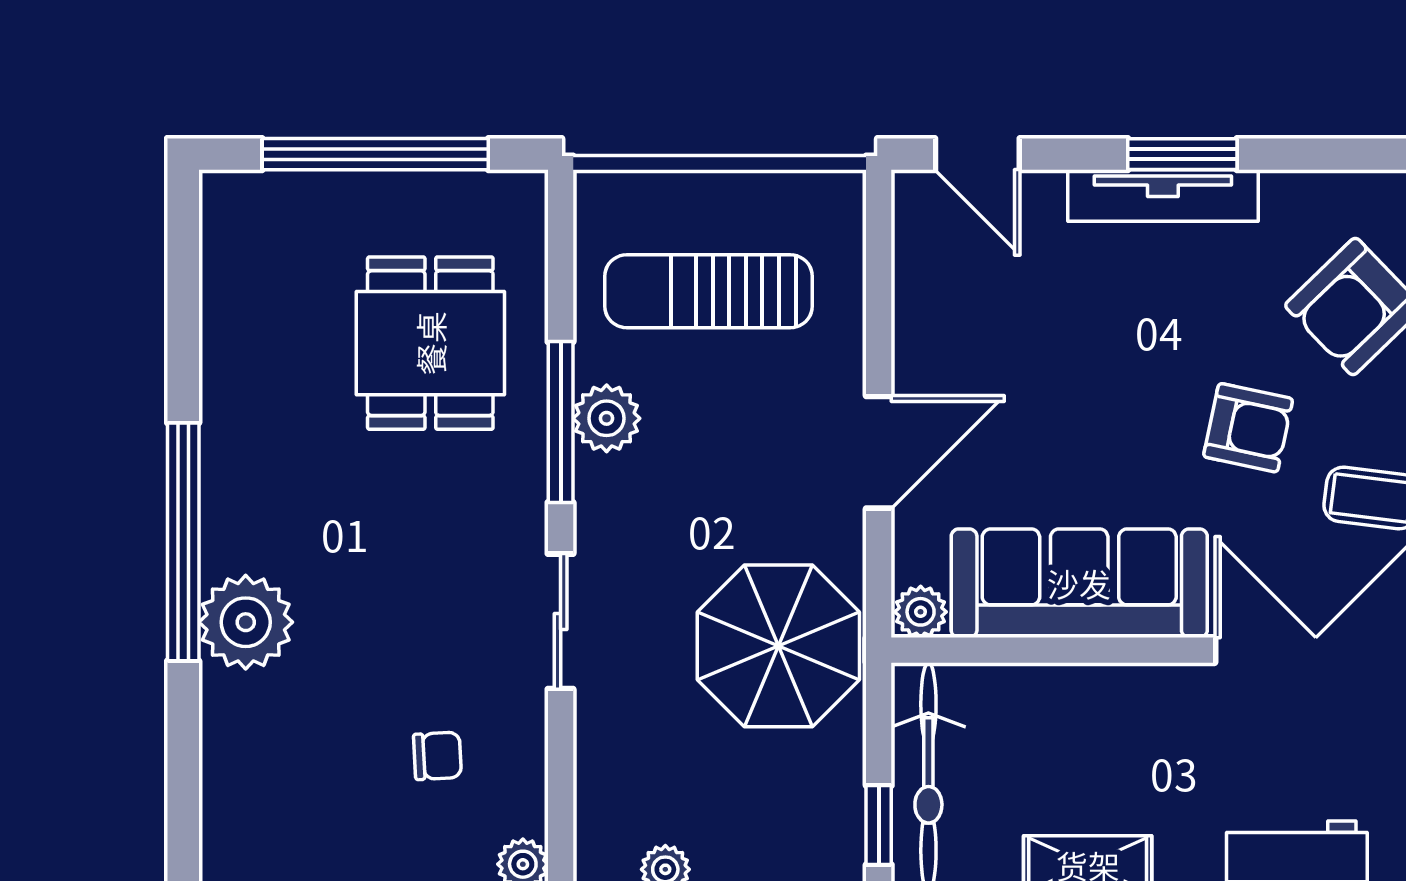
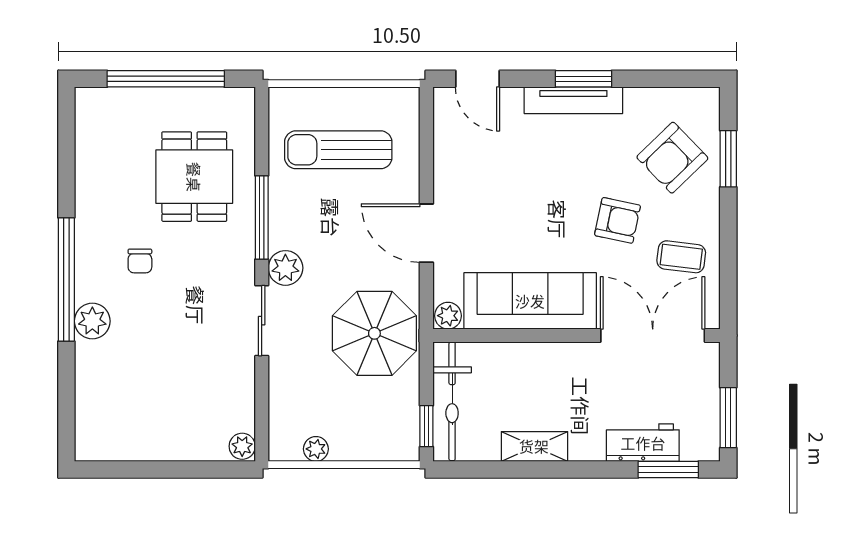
plant: (607, 418) -> (285, 268), moved
door: (879, 452) -> (426, 233), swing flipped
plant: (246, 622) -> (92, 321), width x0.73, depth x0.73
chair: (437, 756) -> (140, 261), moved, turned 93

